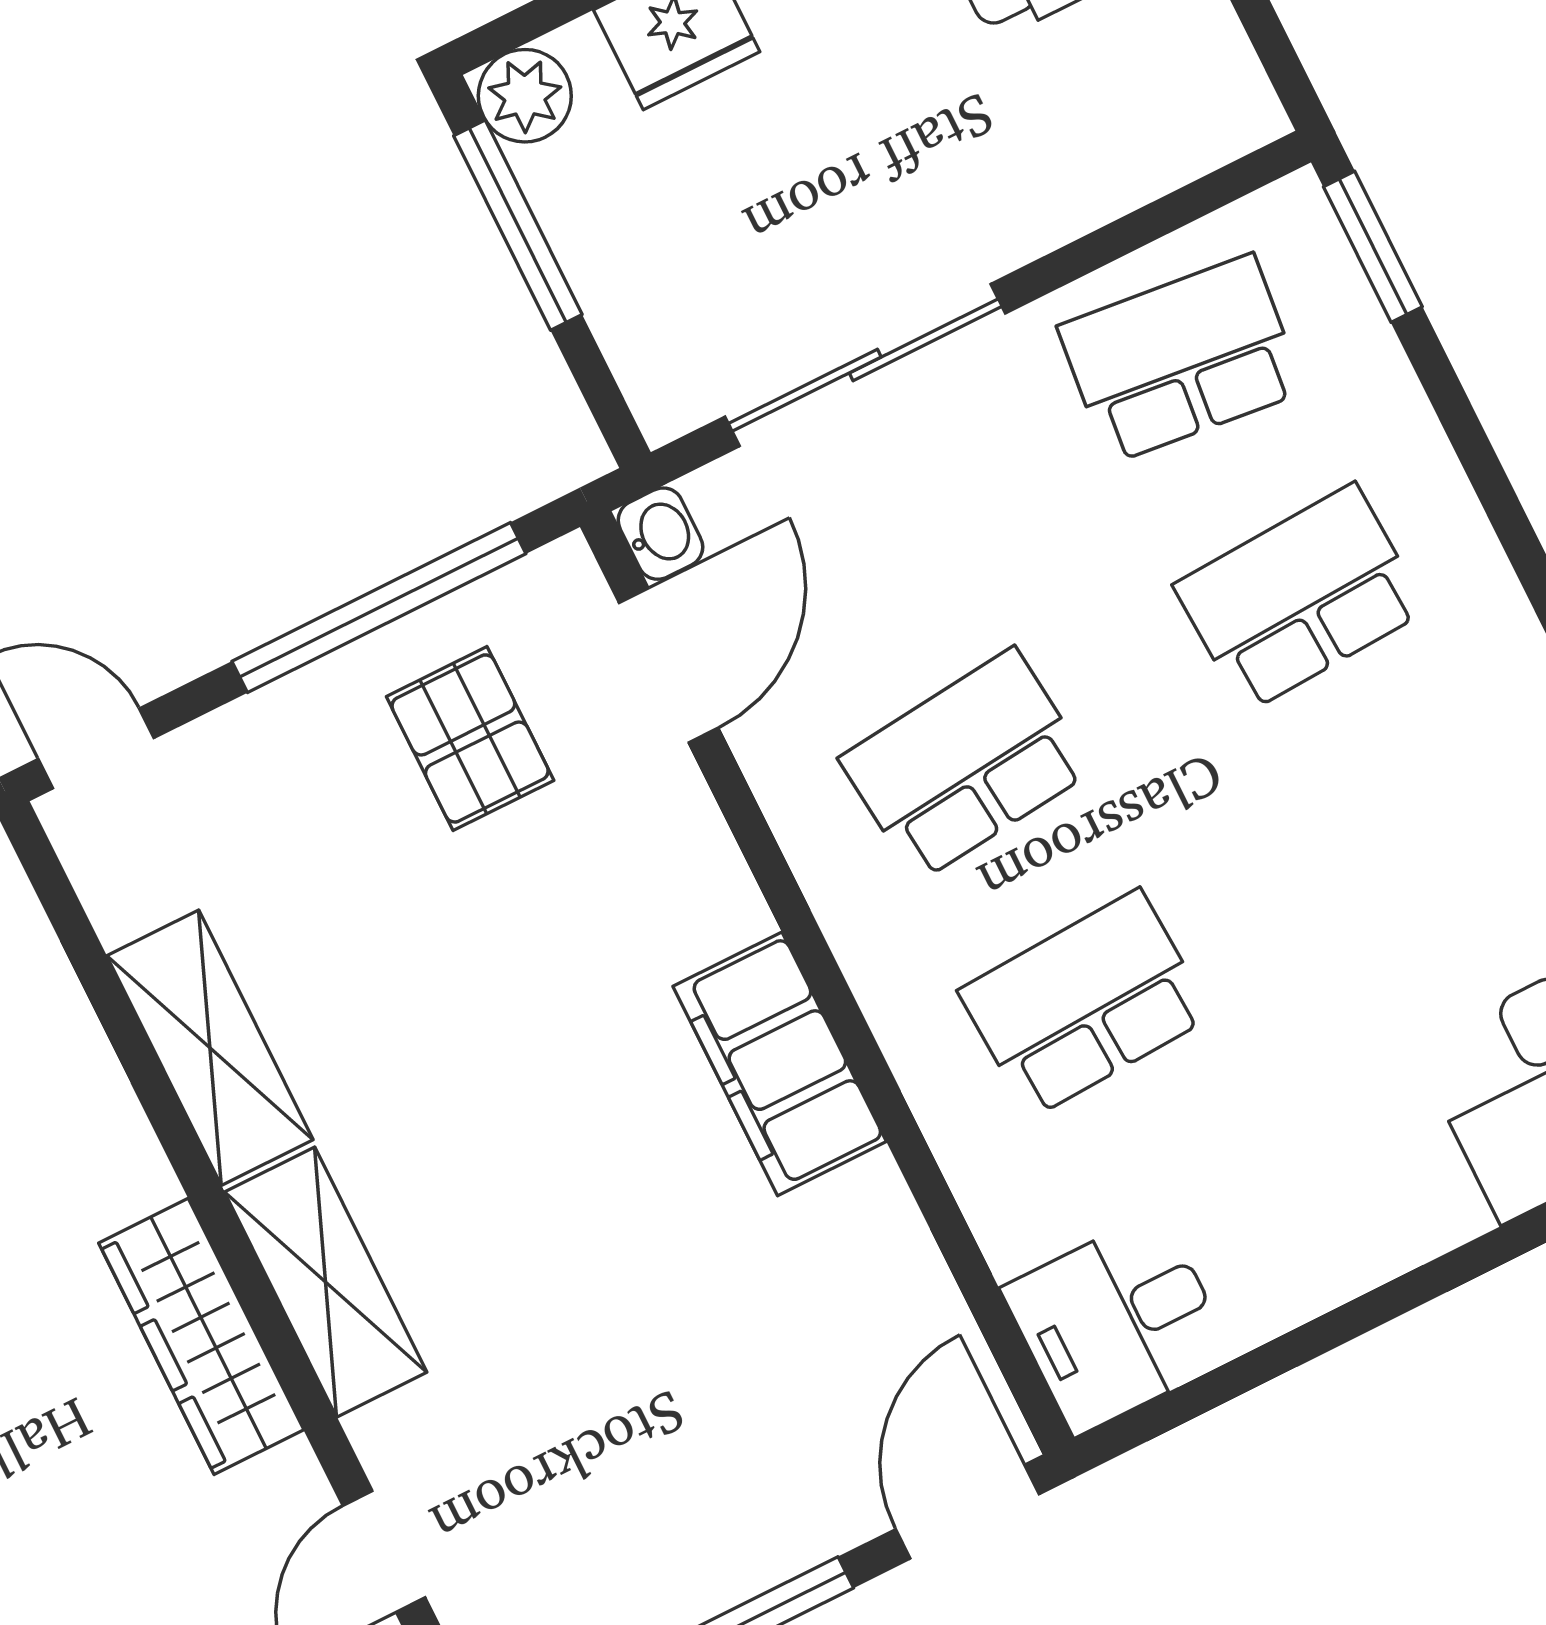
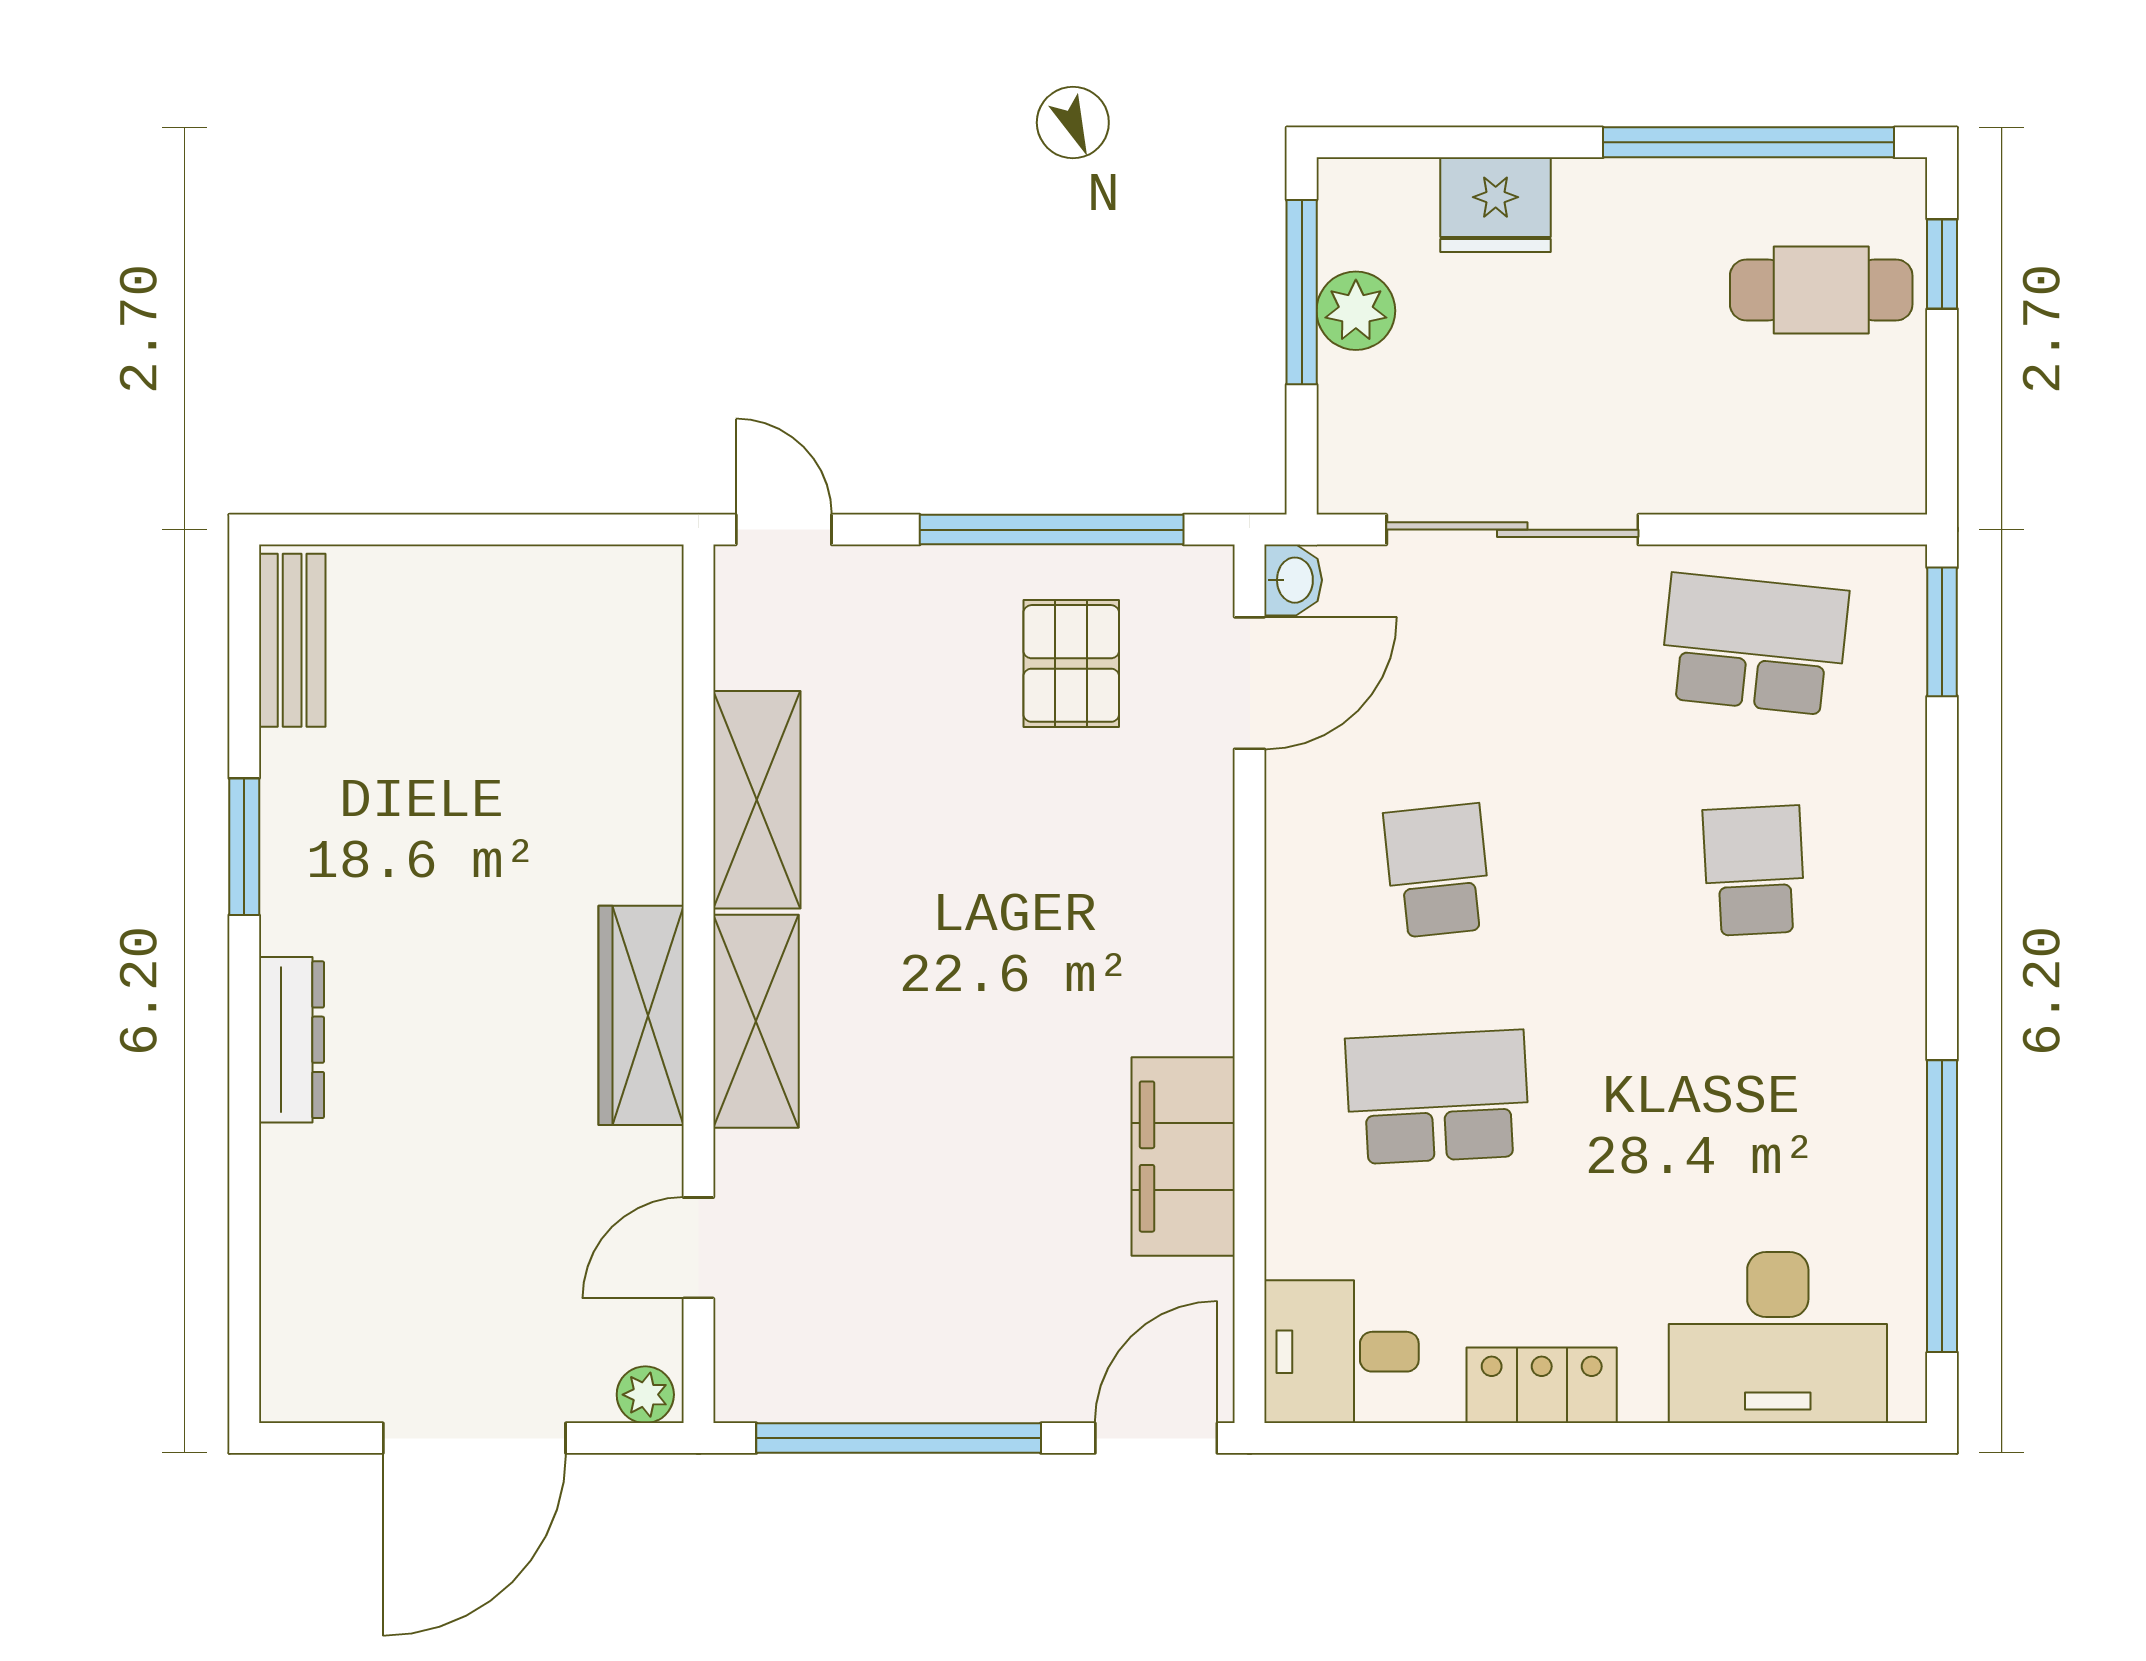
plant: (525, 96) -> (1356, 311), moved
school desk: (1300, 598) -> (1754, 871), width x0.54
school desk: (966, 764) -> (1438, 871), width x0.54
filing cabinet: (780, 1064) -> (1183, 1157), moved
locker: (1347, 1253) -> (1542, 1385), added

